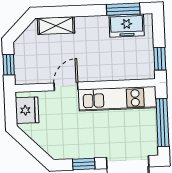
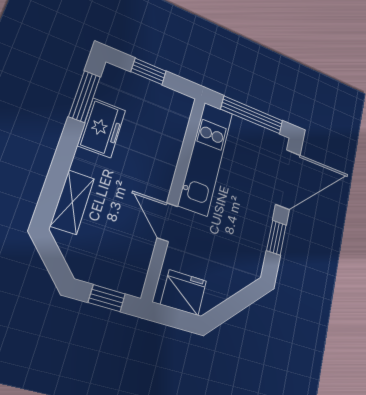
freezer: (127, 26) -> (102, 128), moved
window: (160, 59) -> (149, 71), moved

